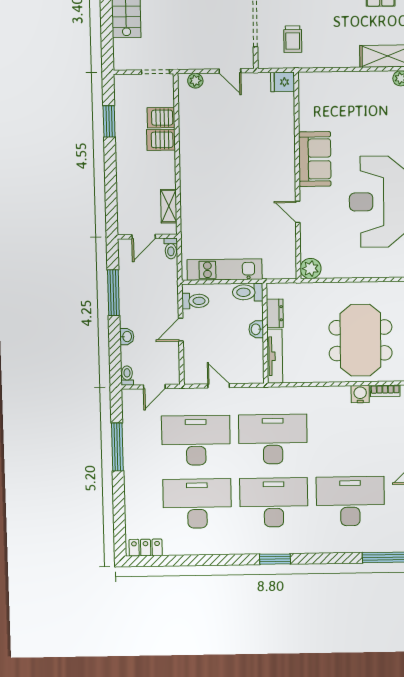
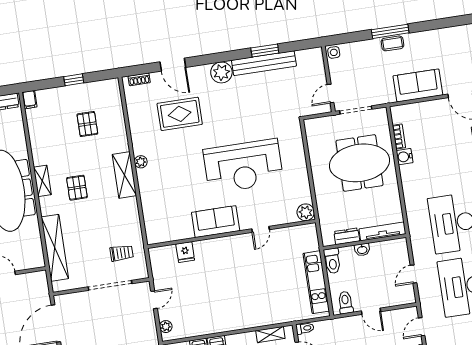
fridge: (283, 82) -> (185, 252), moved
door: (154, 387) -> (422, 327), swing flipped

